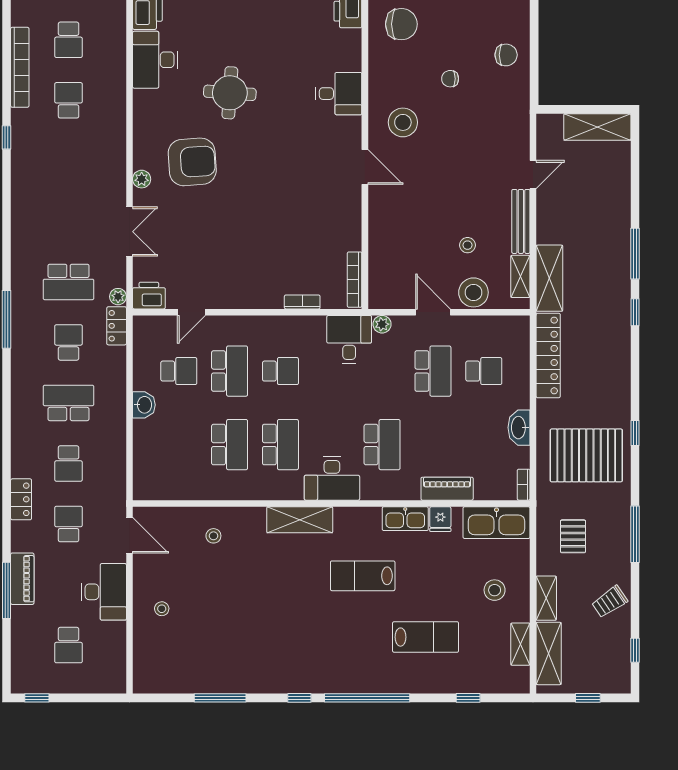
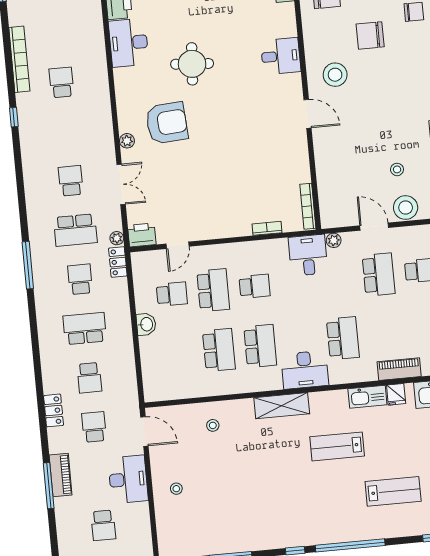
school desk: (69, 40) -> (71, 181), moved, turned 180
chair: (450, 79) -> (370, 35), width x1.87, depth x1.87

